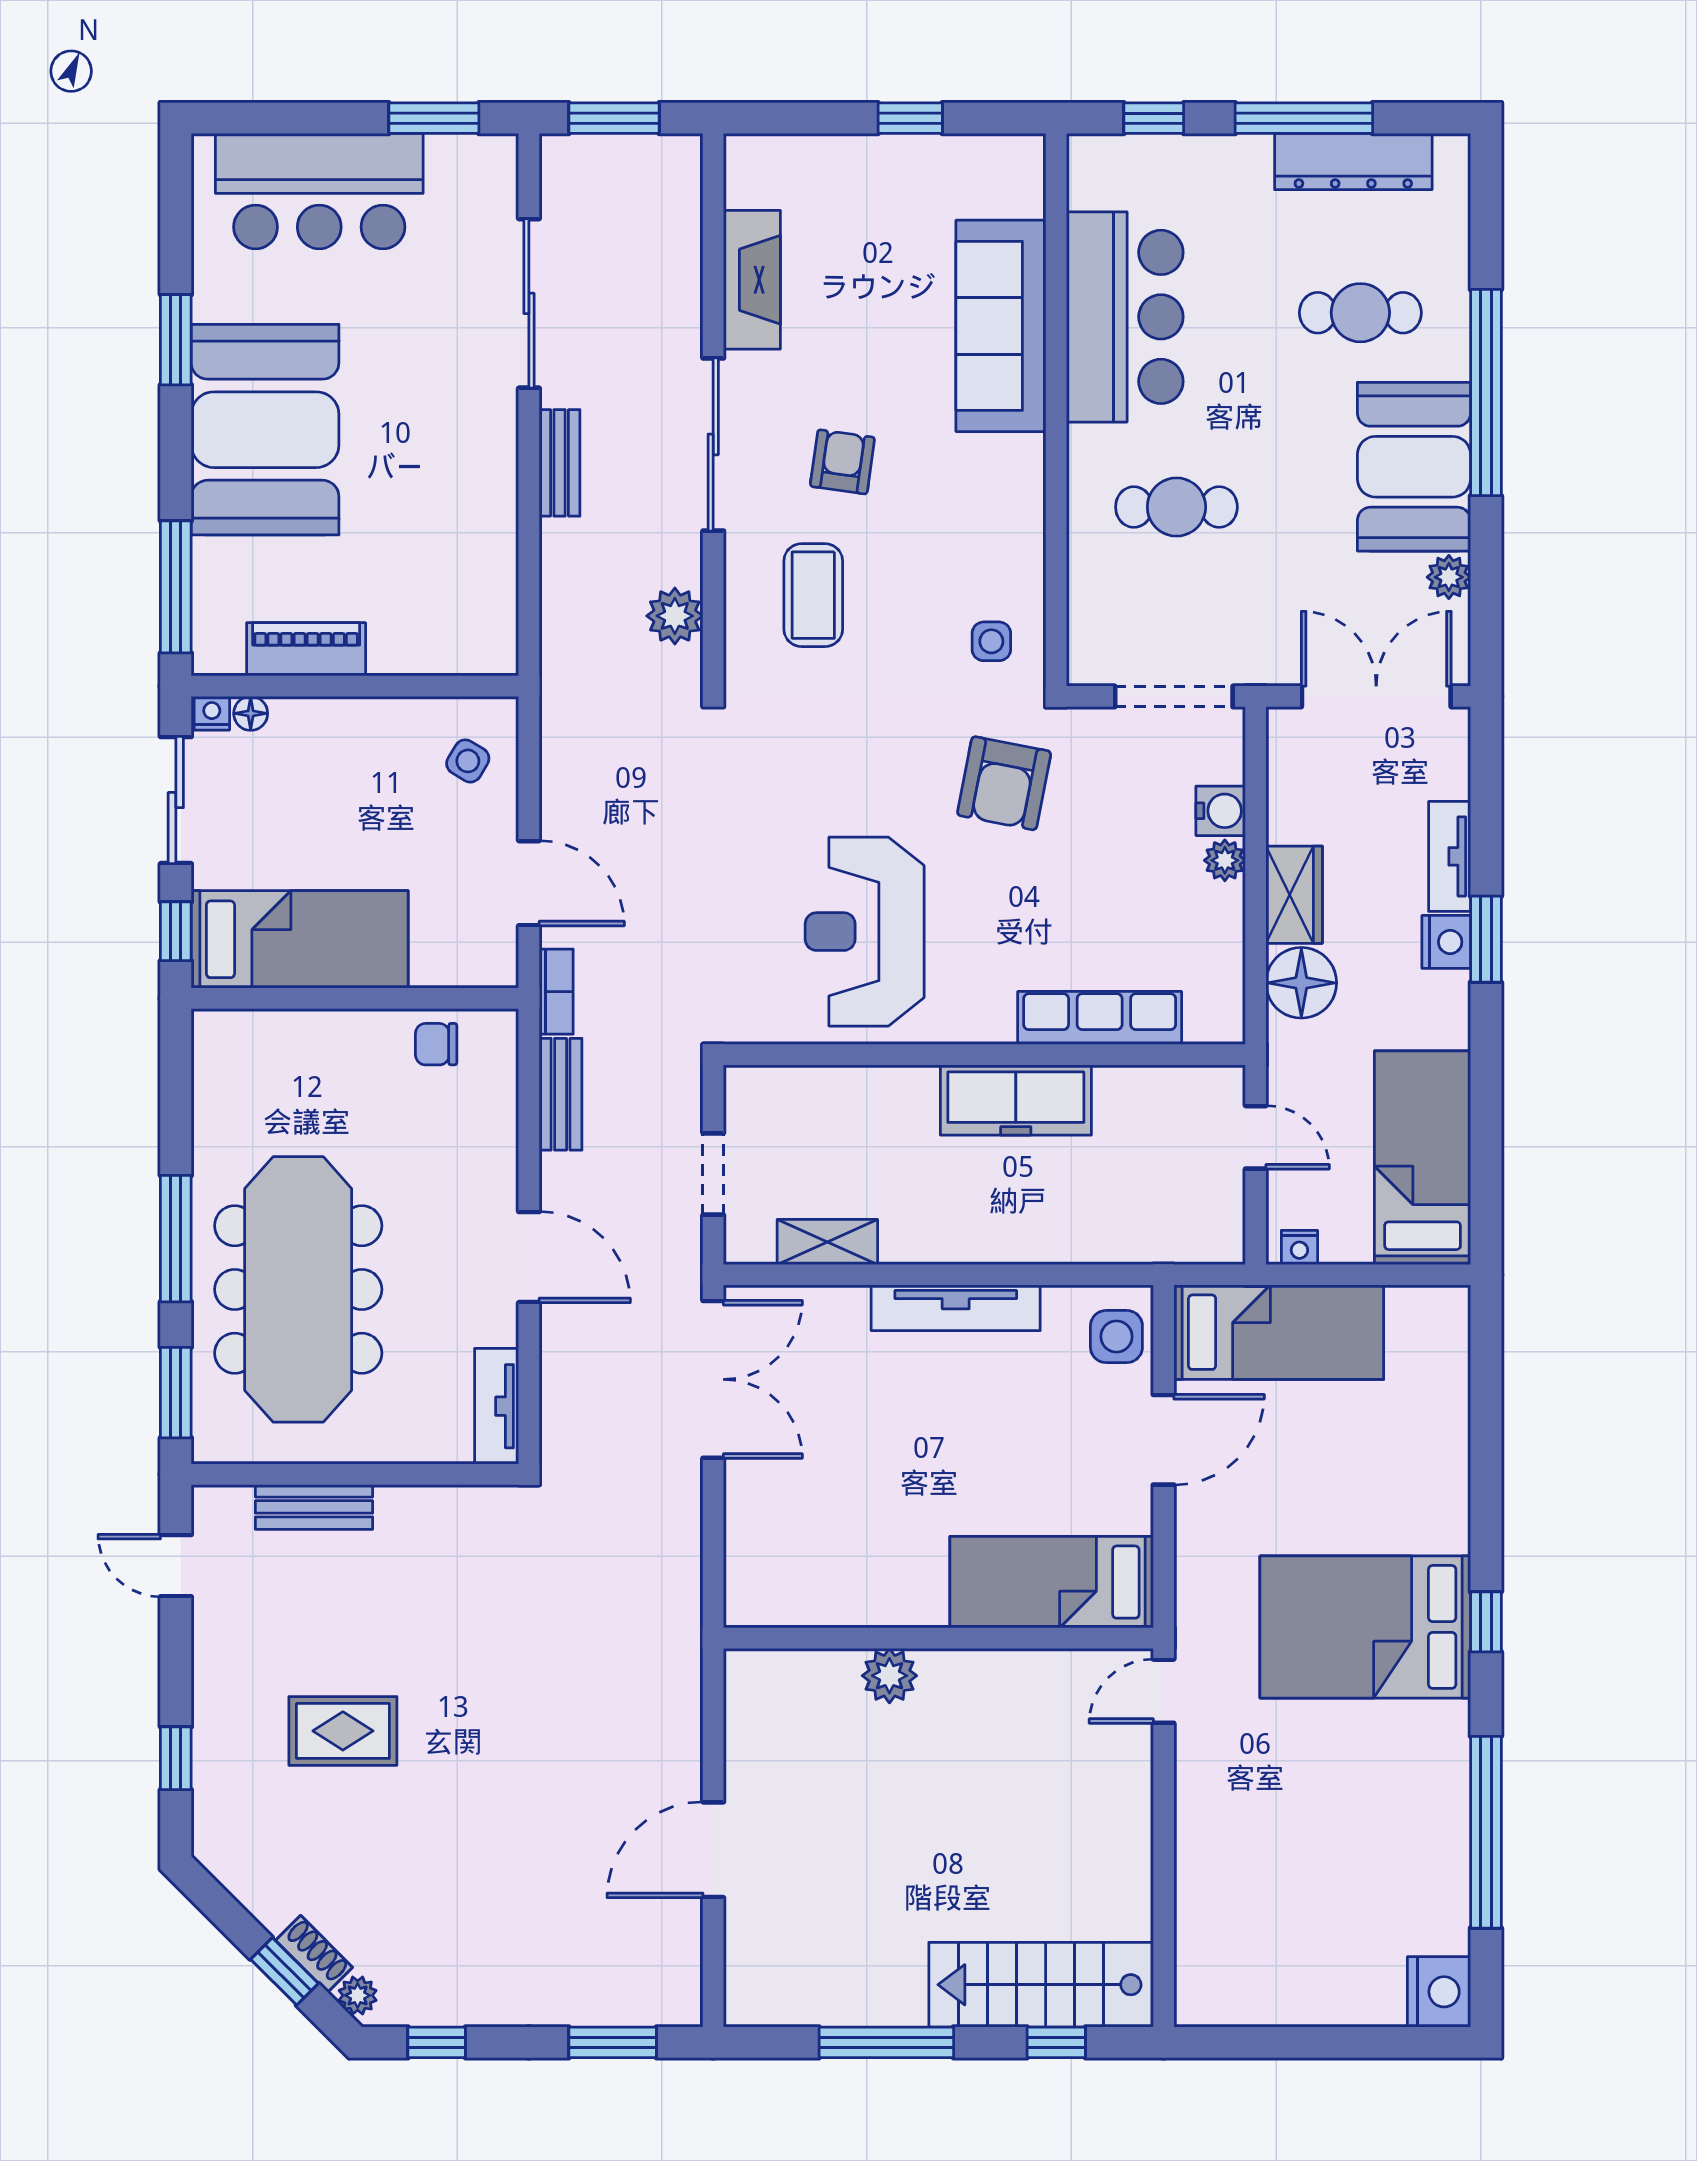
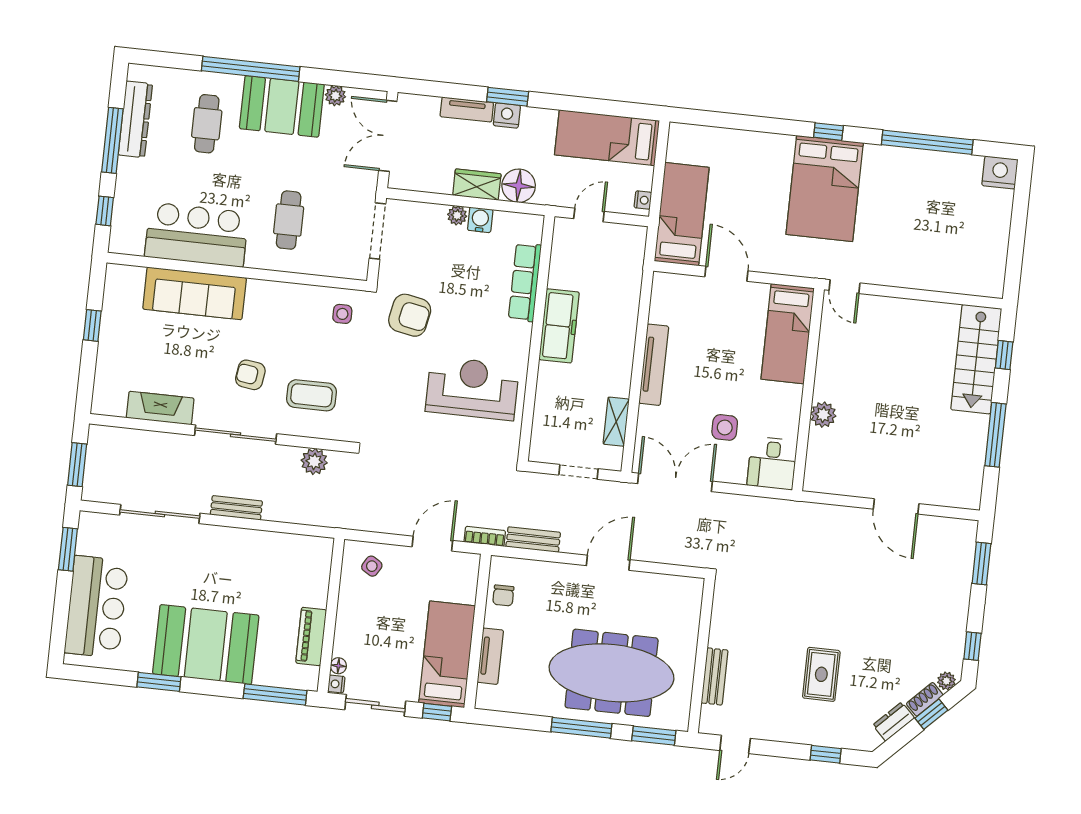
water cooler: (1221, 811) -> (480, 220), moved
reception desk: (865, 932) -> (472, 388), turned 180
side table: (1116, 1337) -> (725, 427), moved
tv unit: (497, 1406) -> (490, 656), moved, turned -90
desk: (776, 1579) -> (772, 463), added
dresser: (260, 1894) -> (894, 722), added

